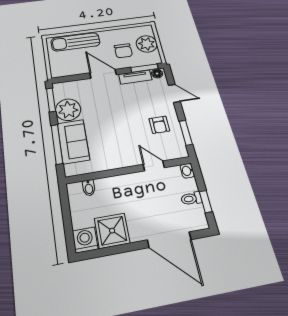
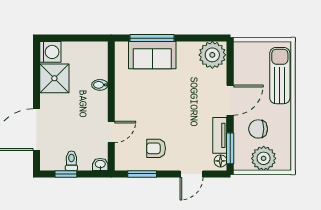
window: (51, 100) -> (206, 38), removed
plant: (68, 110) -> (212, 55), moved
bidet: (89, 188) -> (100, 85), moved

